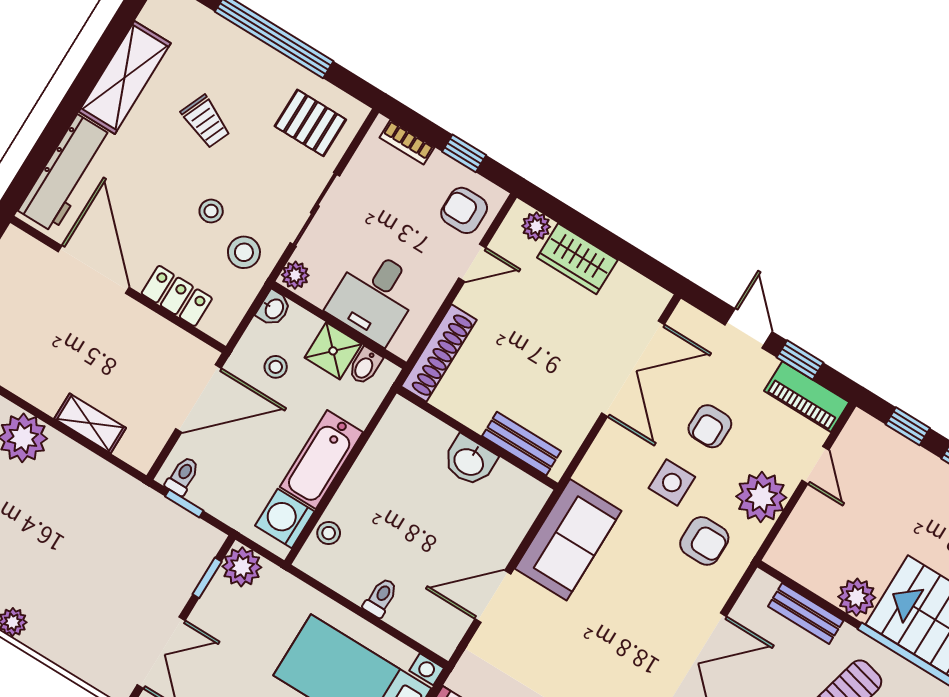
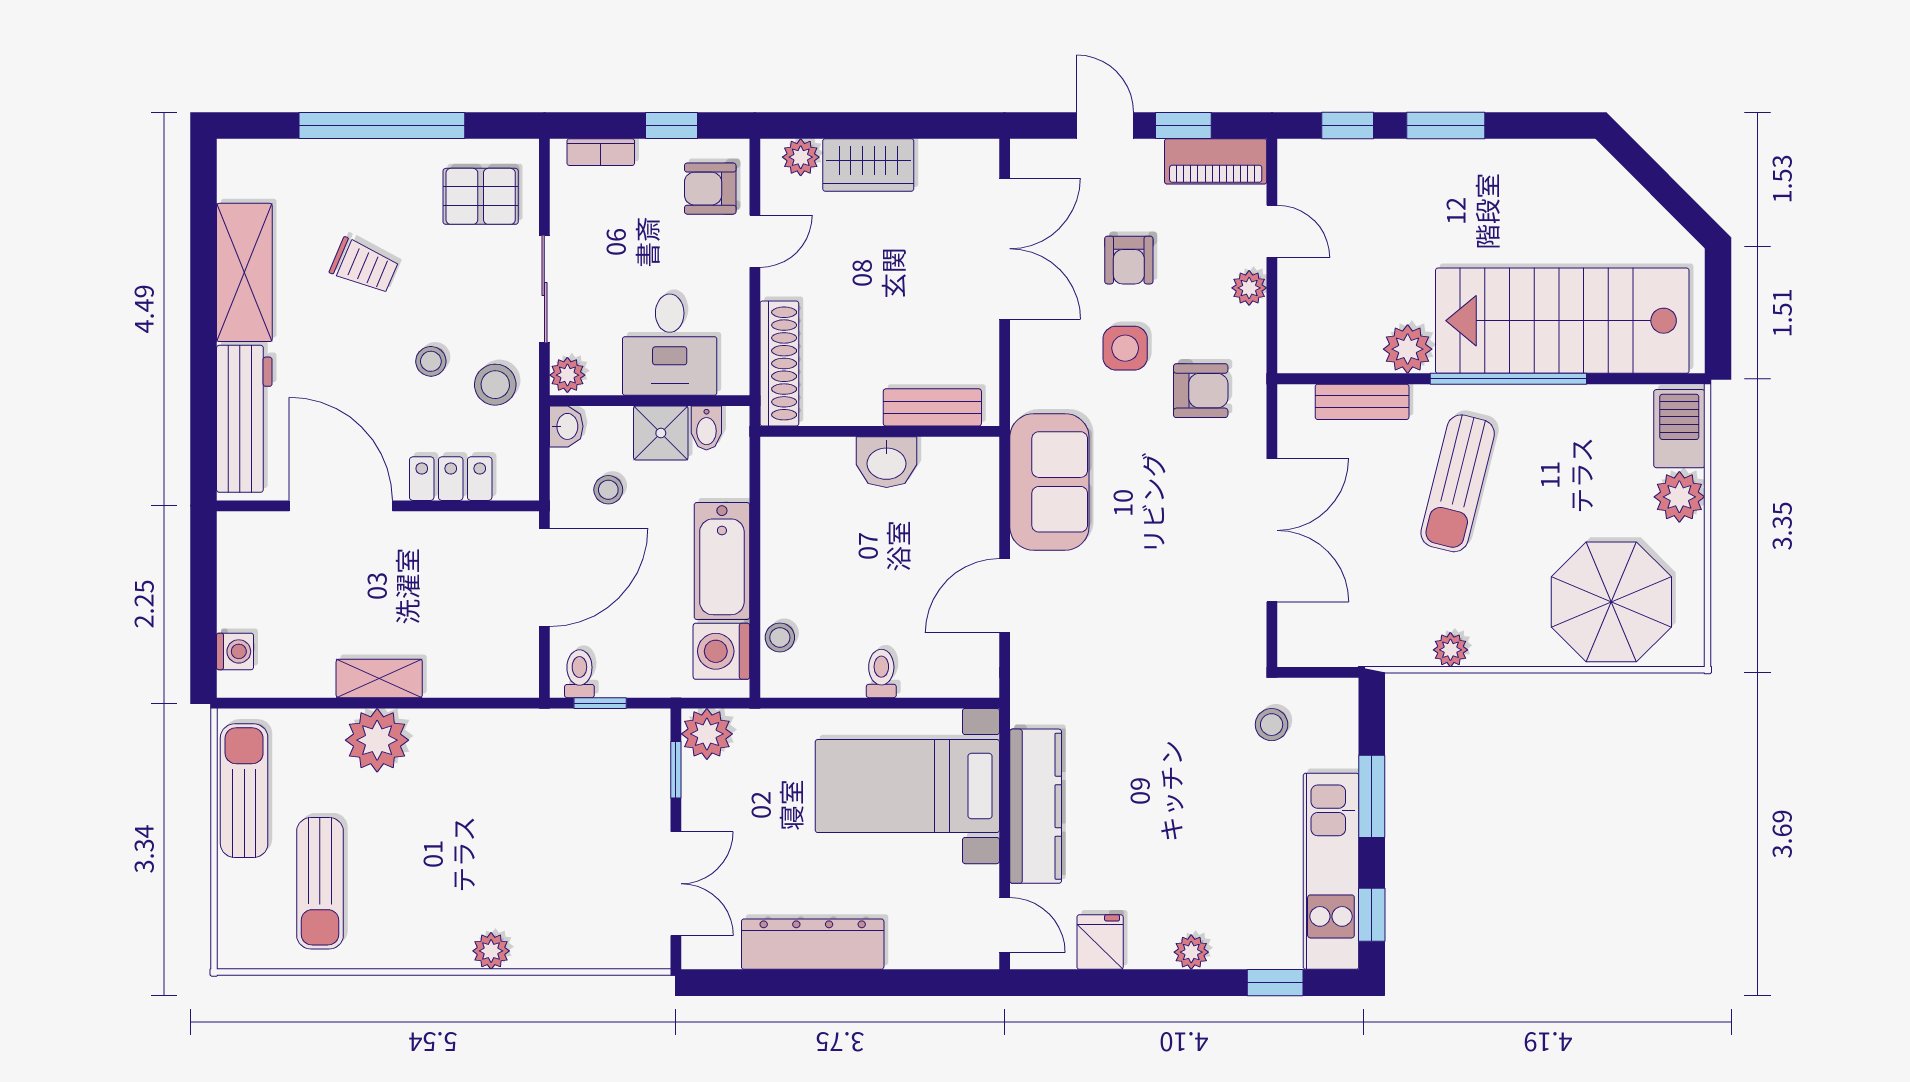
shelving: (90, 423) -> (379, 678), moved
plant: (761, 497) -> (1249, 288), width x0.53, depth x0.53

